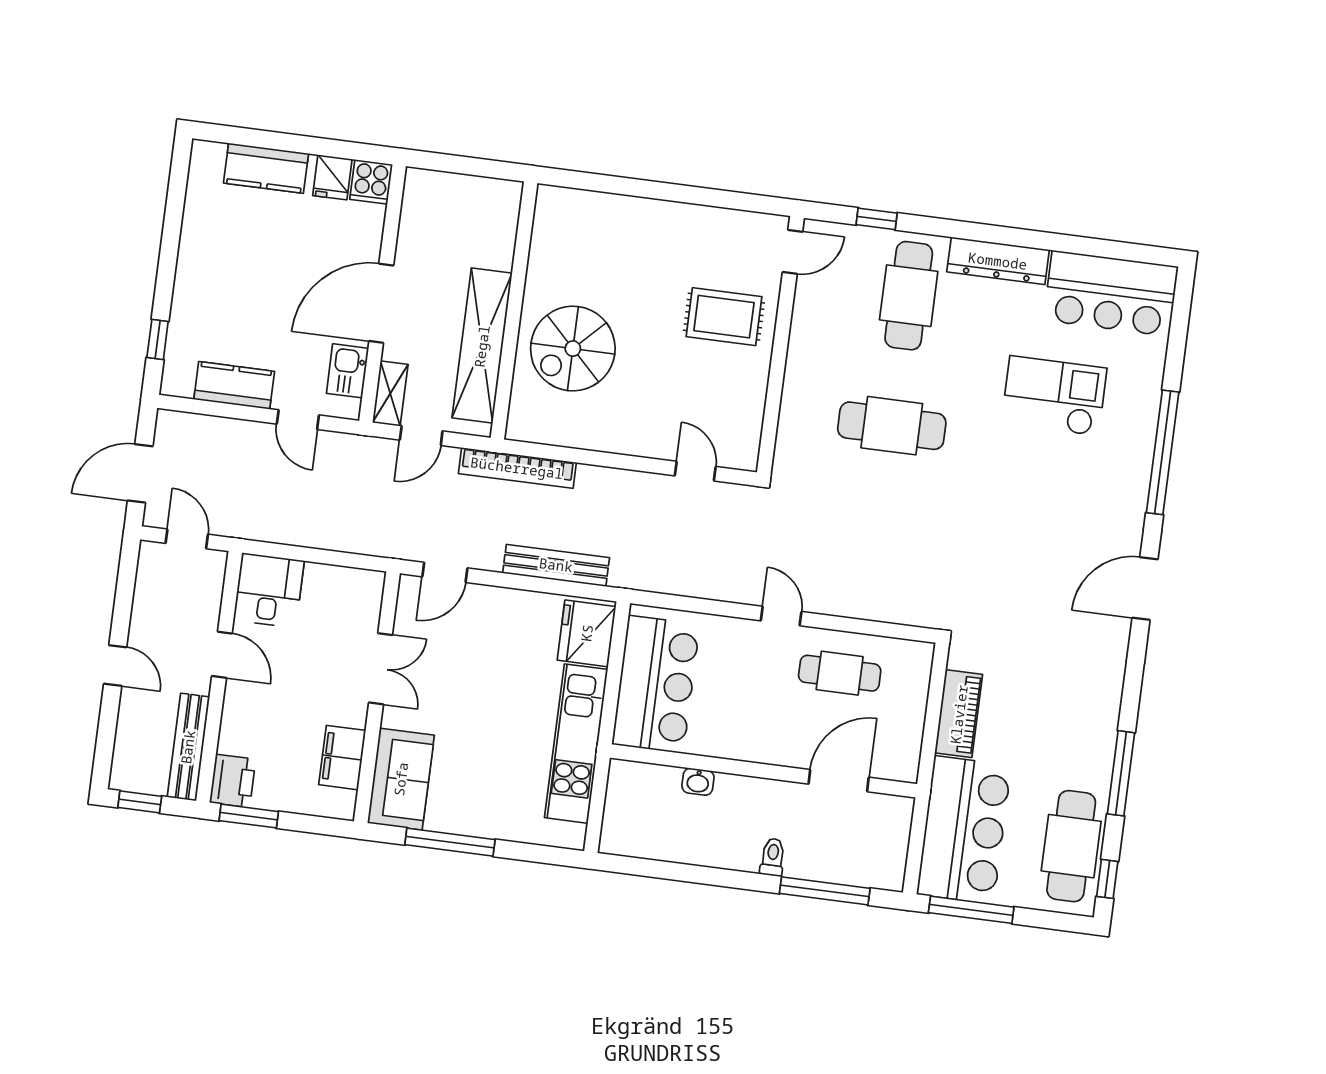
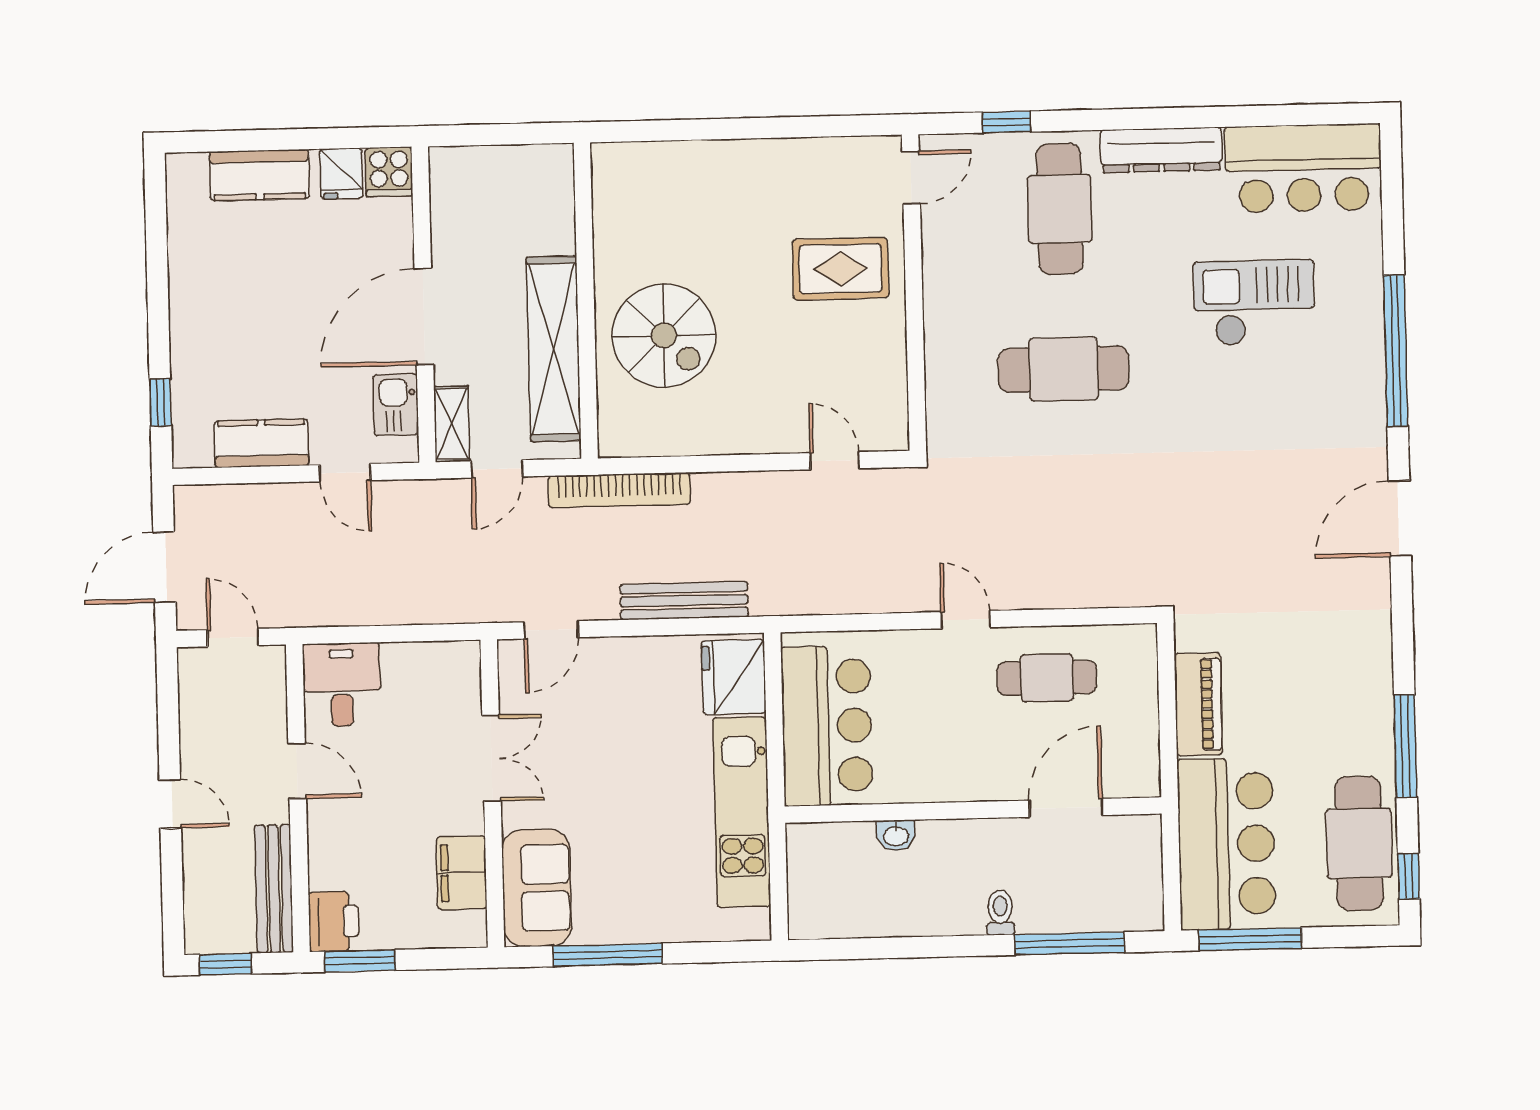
spiral stairs: (573, 349) -> (664, 336), turned -90

